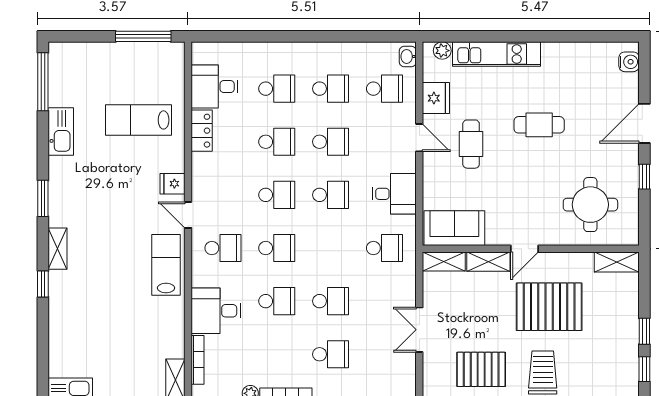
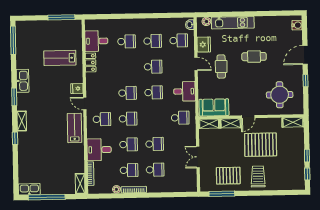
kitchen sink: (61, 131) -> (23, 81), moved
school desk: (277, 142) -> (129, 170), moved

